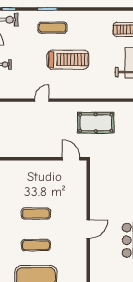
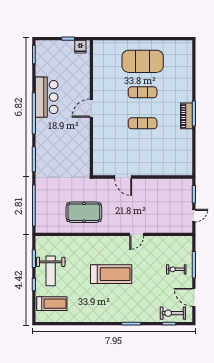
exercise mat: (52, 28) -> (126, 305), removed
treadmill: (68, 60) -> (111, 274), turned 180
door: (71, 159) -> (123, 177), moved

